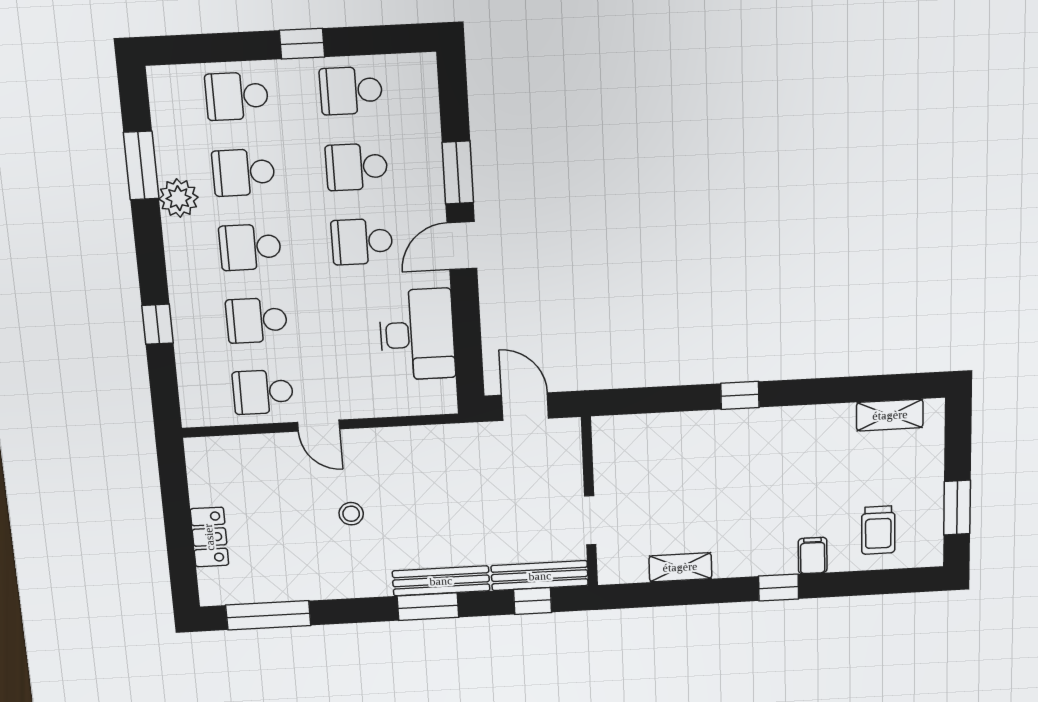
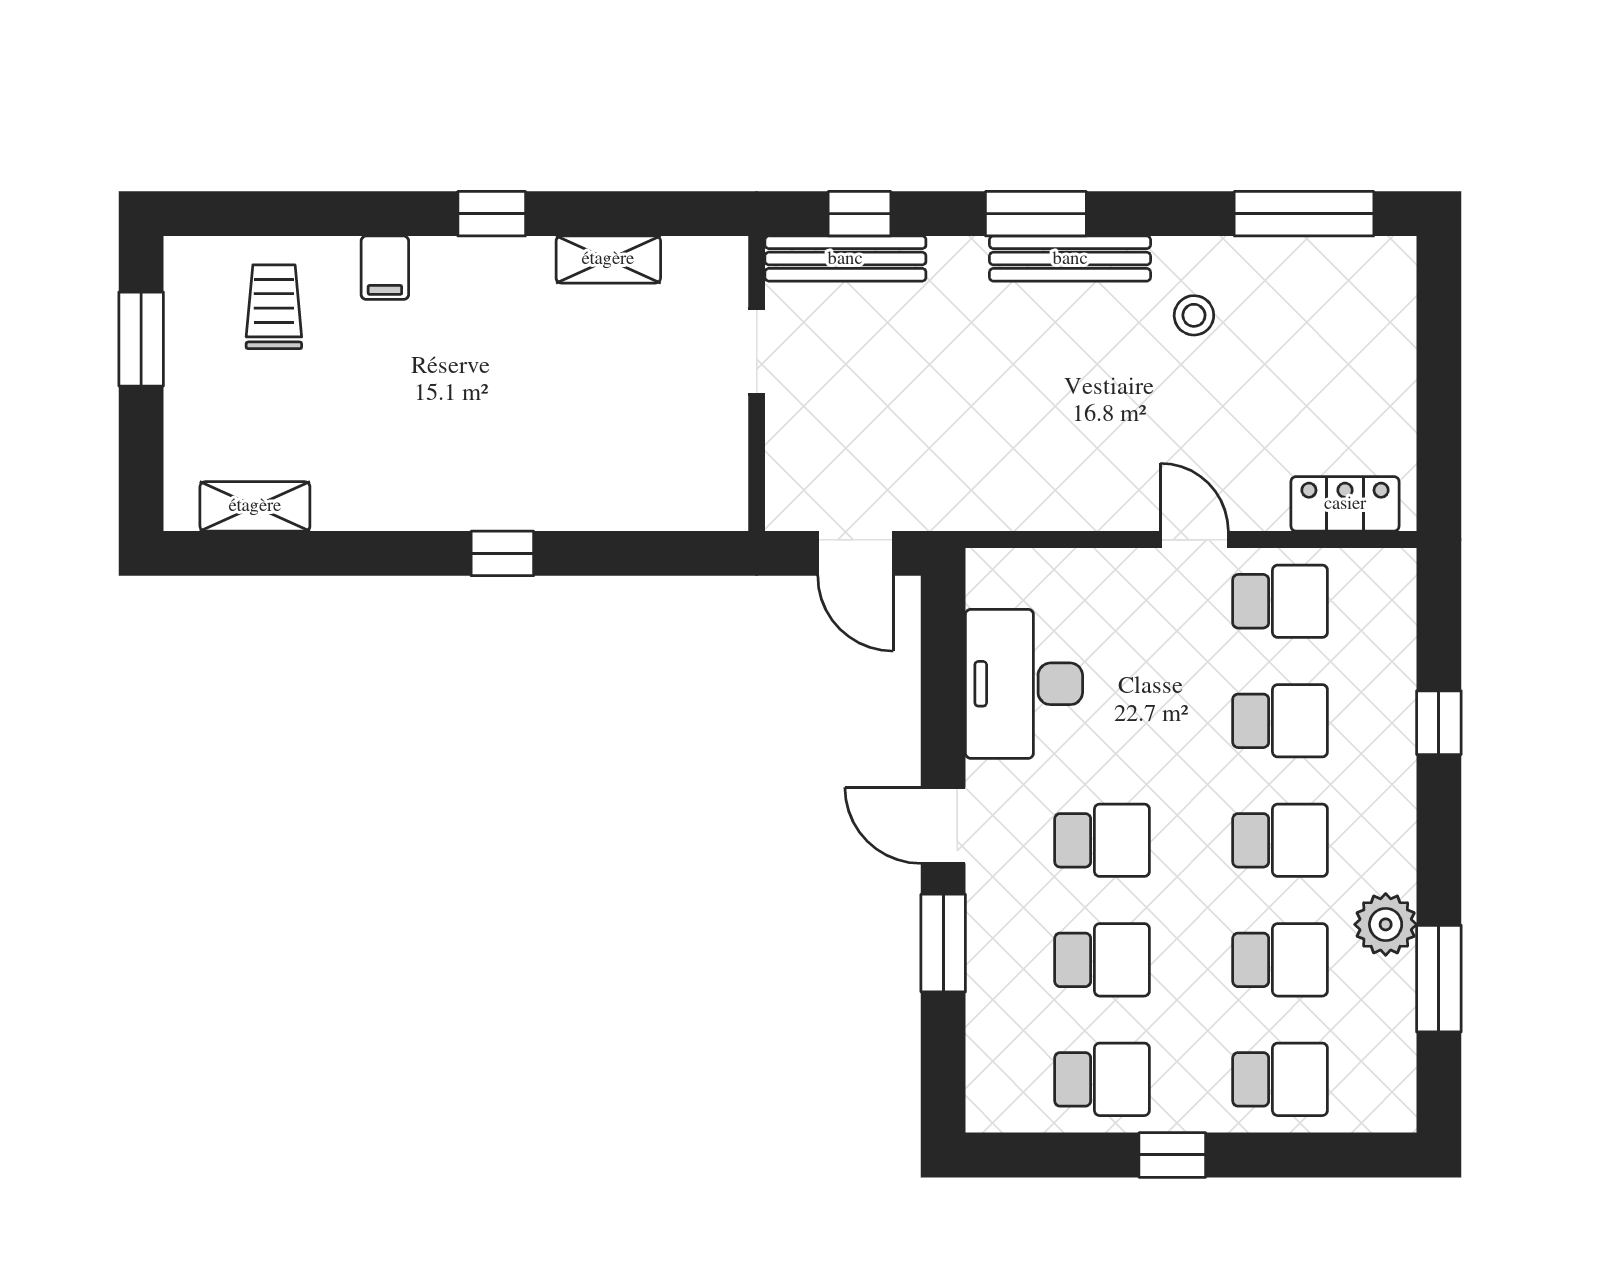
door: (462, 246) -> (943, 825), swing flipped
stool: (351, 514) -> (1194, 315), moved
locker: (209, 537) -> (1345, 504), moved, turned 90
bench: (441, 581) -> (1070, 259), moved
window: (779, 588) -> (492, 214), moved

